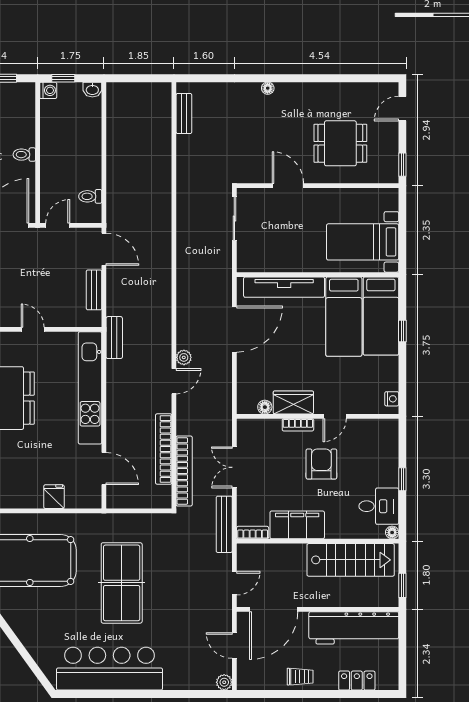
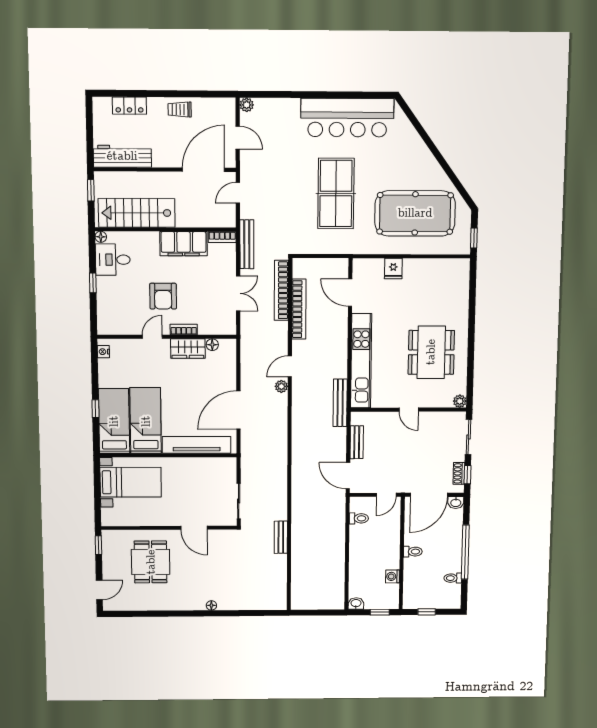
washing machine: (48, 90) -> (393, 576), moved
bench: (184, 114) -> (281, 537), moved
dining table: (340, 143) -> (151, 562), turned 90
bench: (114, 338) -> (340, 403), width x1.36
workbench: (354, 628) -> (122, 156), width x0.73, depth x0.76

